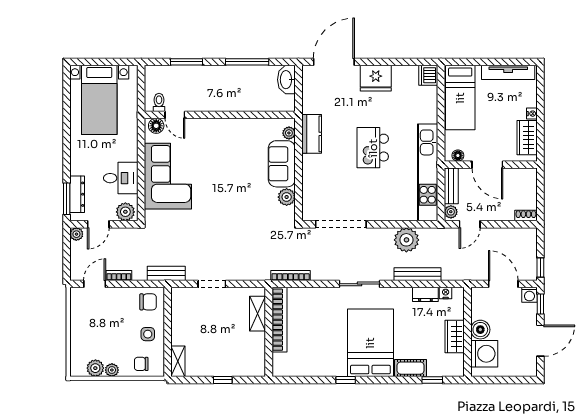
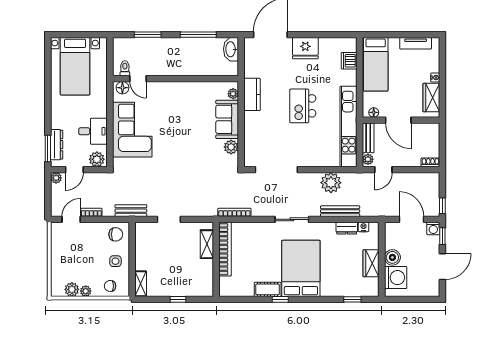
tv unit: (508, 72) -> (416, 43), width x0.71
dishwasher: (428, 75) -> (349, 61), moved
cot: (411, 368) -> (268, 289), moved

